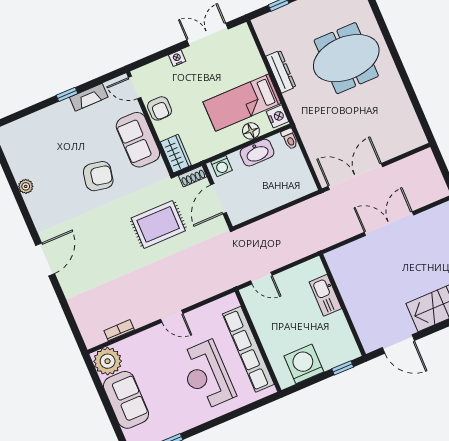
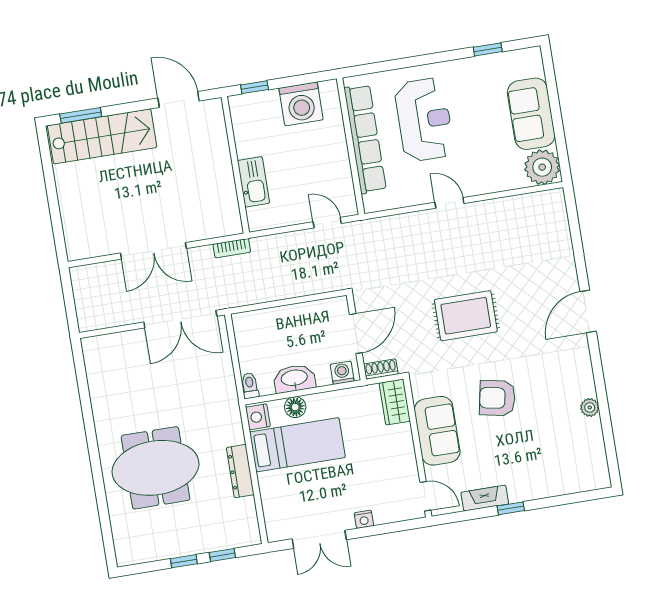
armchair: (160, 108) -> (401, 463), removed
rug: (158, 224) -> (466, 316), moved
bookcase: (119, 330) -> (232, 248), moved

